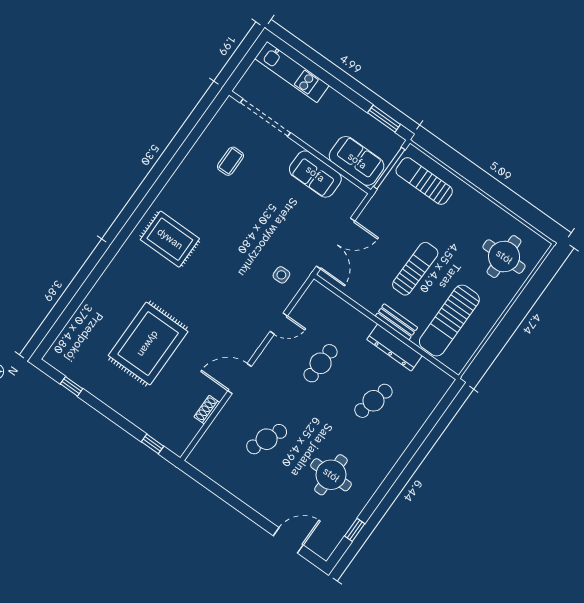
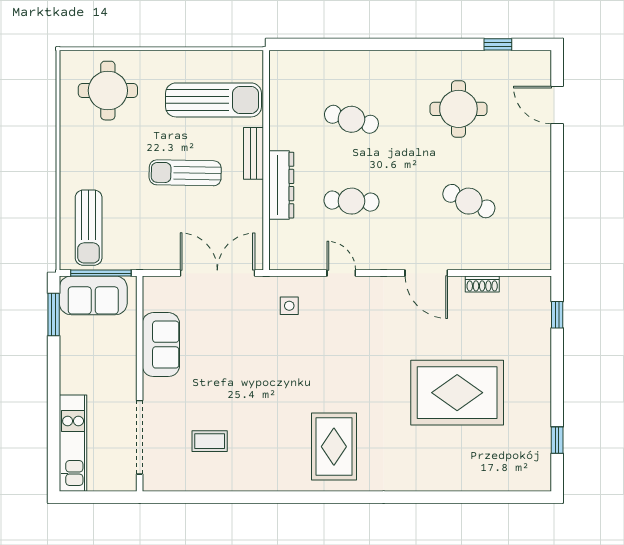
sofa: (357, 161) -> (93, 295), moved, turned -90
dresser: (395, 348) -> (281, 185), moved

